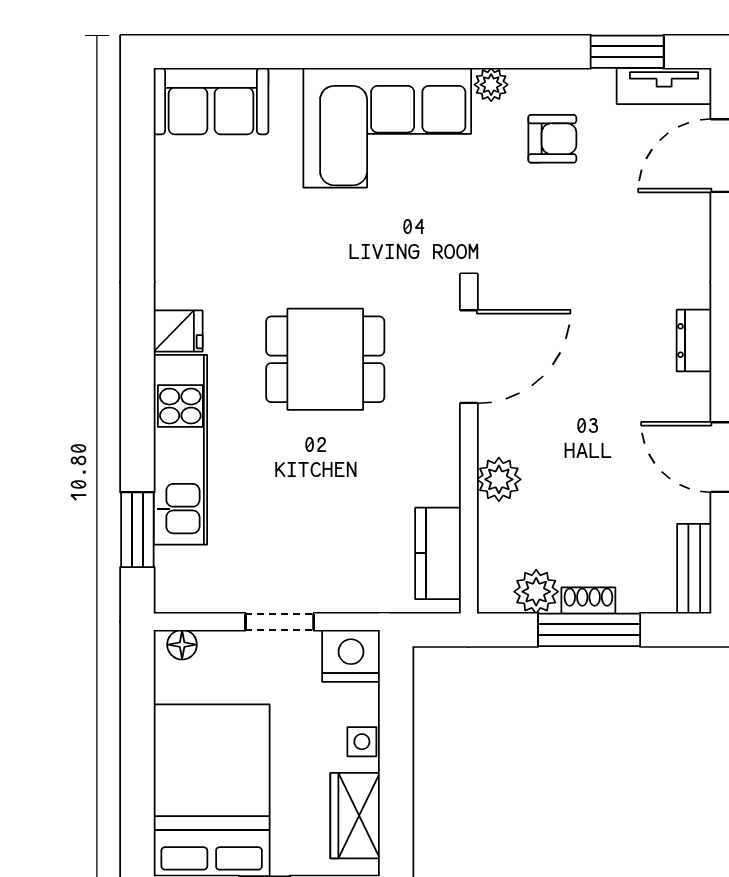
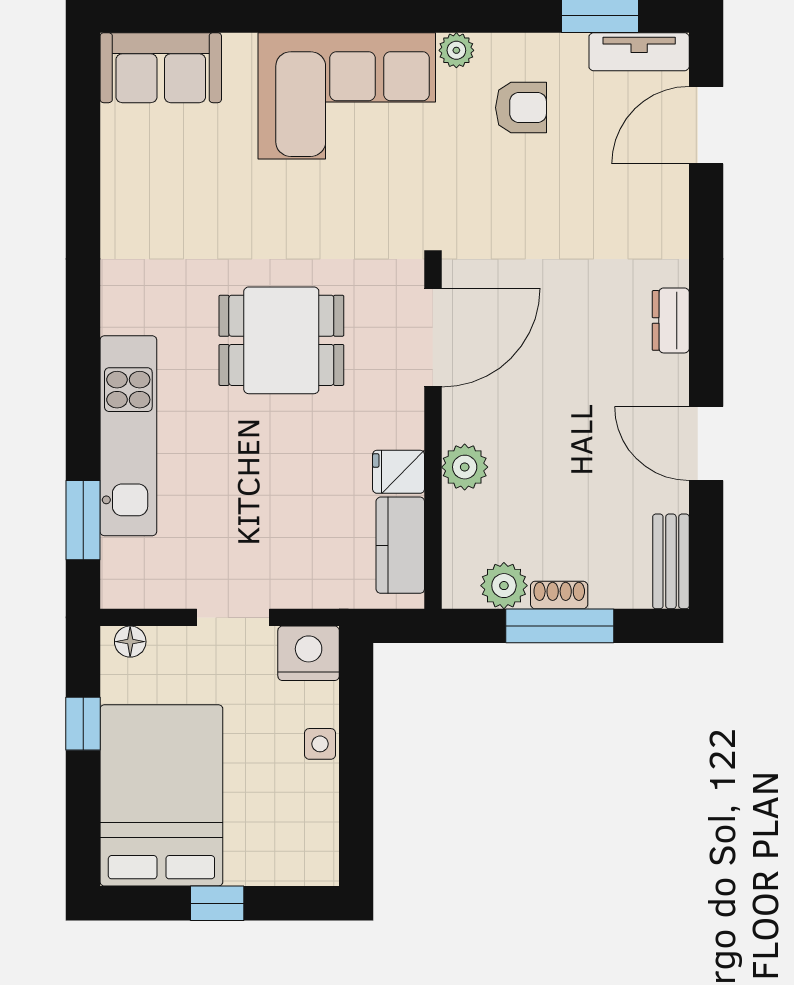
fridge: (178, 331) -> (399, 472), moved, turned 180
window: (137, 722) -> (83, 724), added
wardrobe: (355, 816) -> (313, 822), removed

